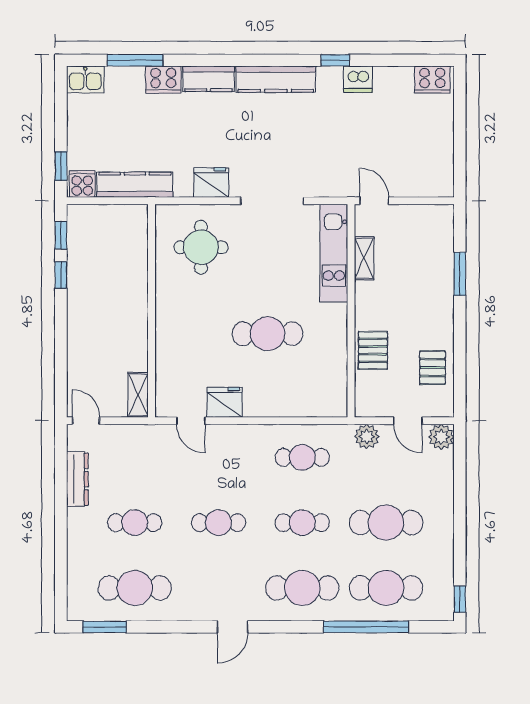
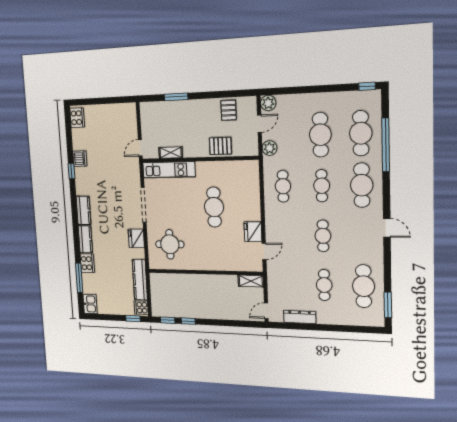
kitchen counter: (276, 79) -> (83, 210), width x0.67
pallet: (433, 368) -> (229, 110), turned 90

